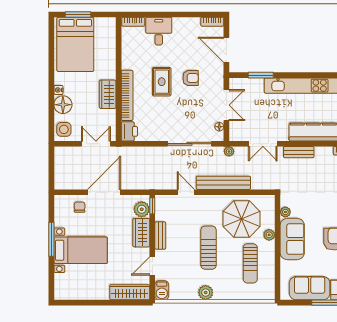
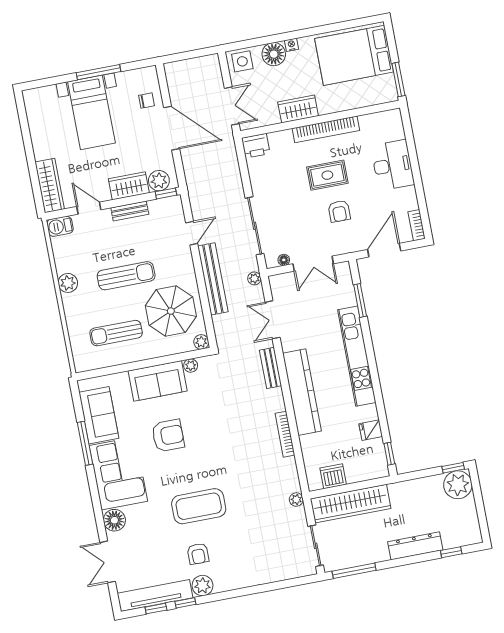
window: (78, 14) -> (398, 79), moved
bookcase: (133, 22) -> (397, 124), removed
desk: (159, 31) -> (393, 165), width x1.37
bookcase: (127, 95) -> (326, 129), moved
plant: (269, 235) -> (201, 342), moved

